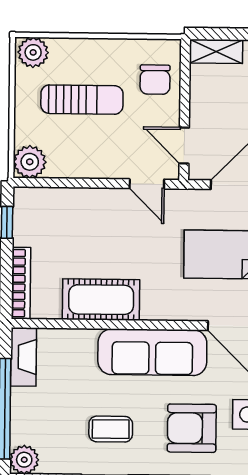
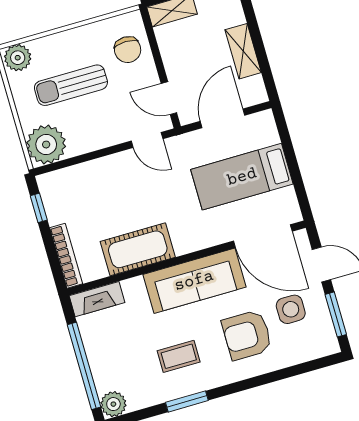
sun lounger: (82, 100) -> (71, 85), turned 180
plant: (30, 162) -> (46, 145), width x1.36, depth x1.36
fireplace: (24, 357) -> (97, 299), moved, turned 90

